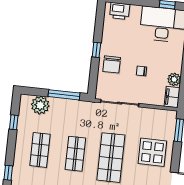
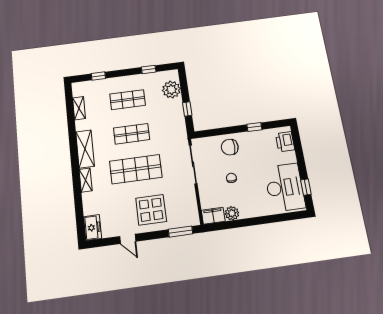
window: (96, 50) -> (254, 127), moved
window: (64, 95) -> (187, 109), width x0.46

